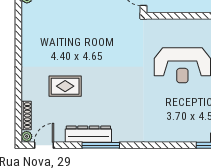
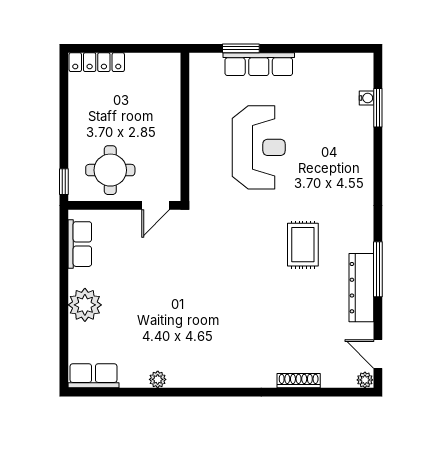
rug: (65, 86) -> (303, 245), moved
shoe rack: (26, 115) -> (299, 381), moved

